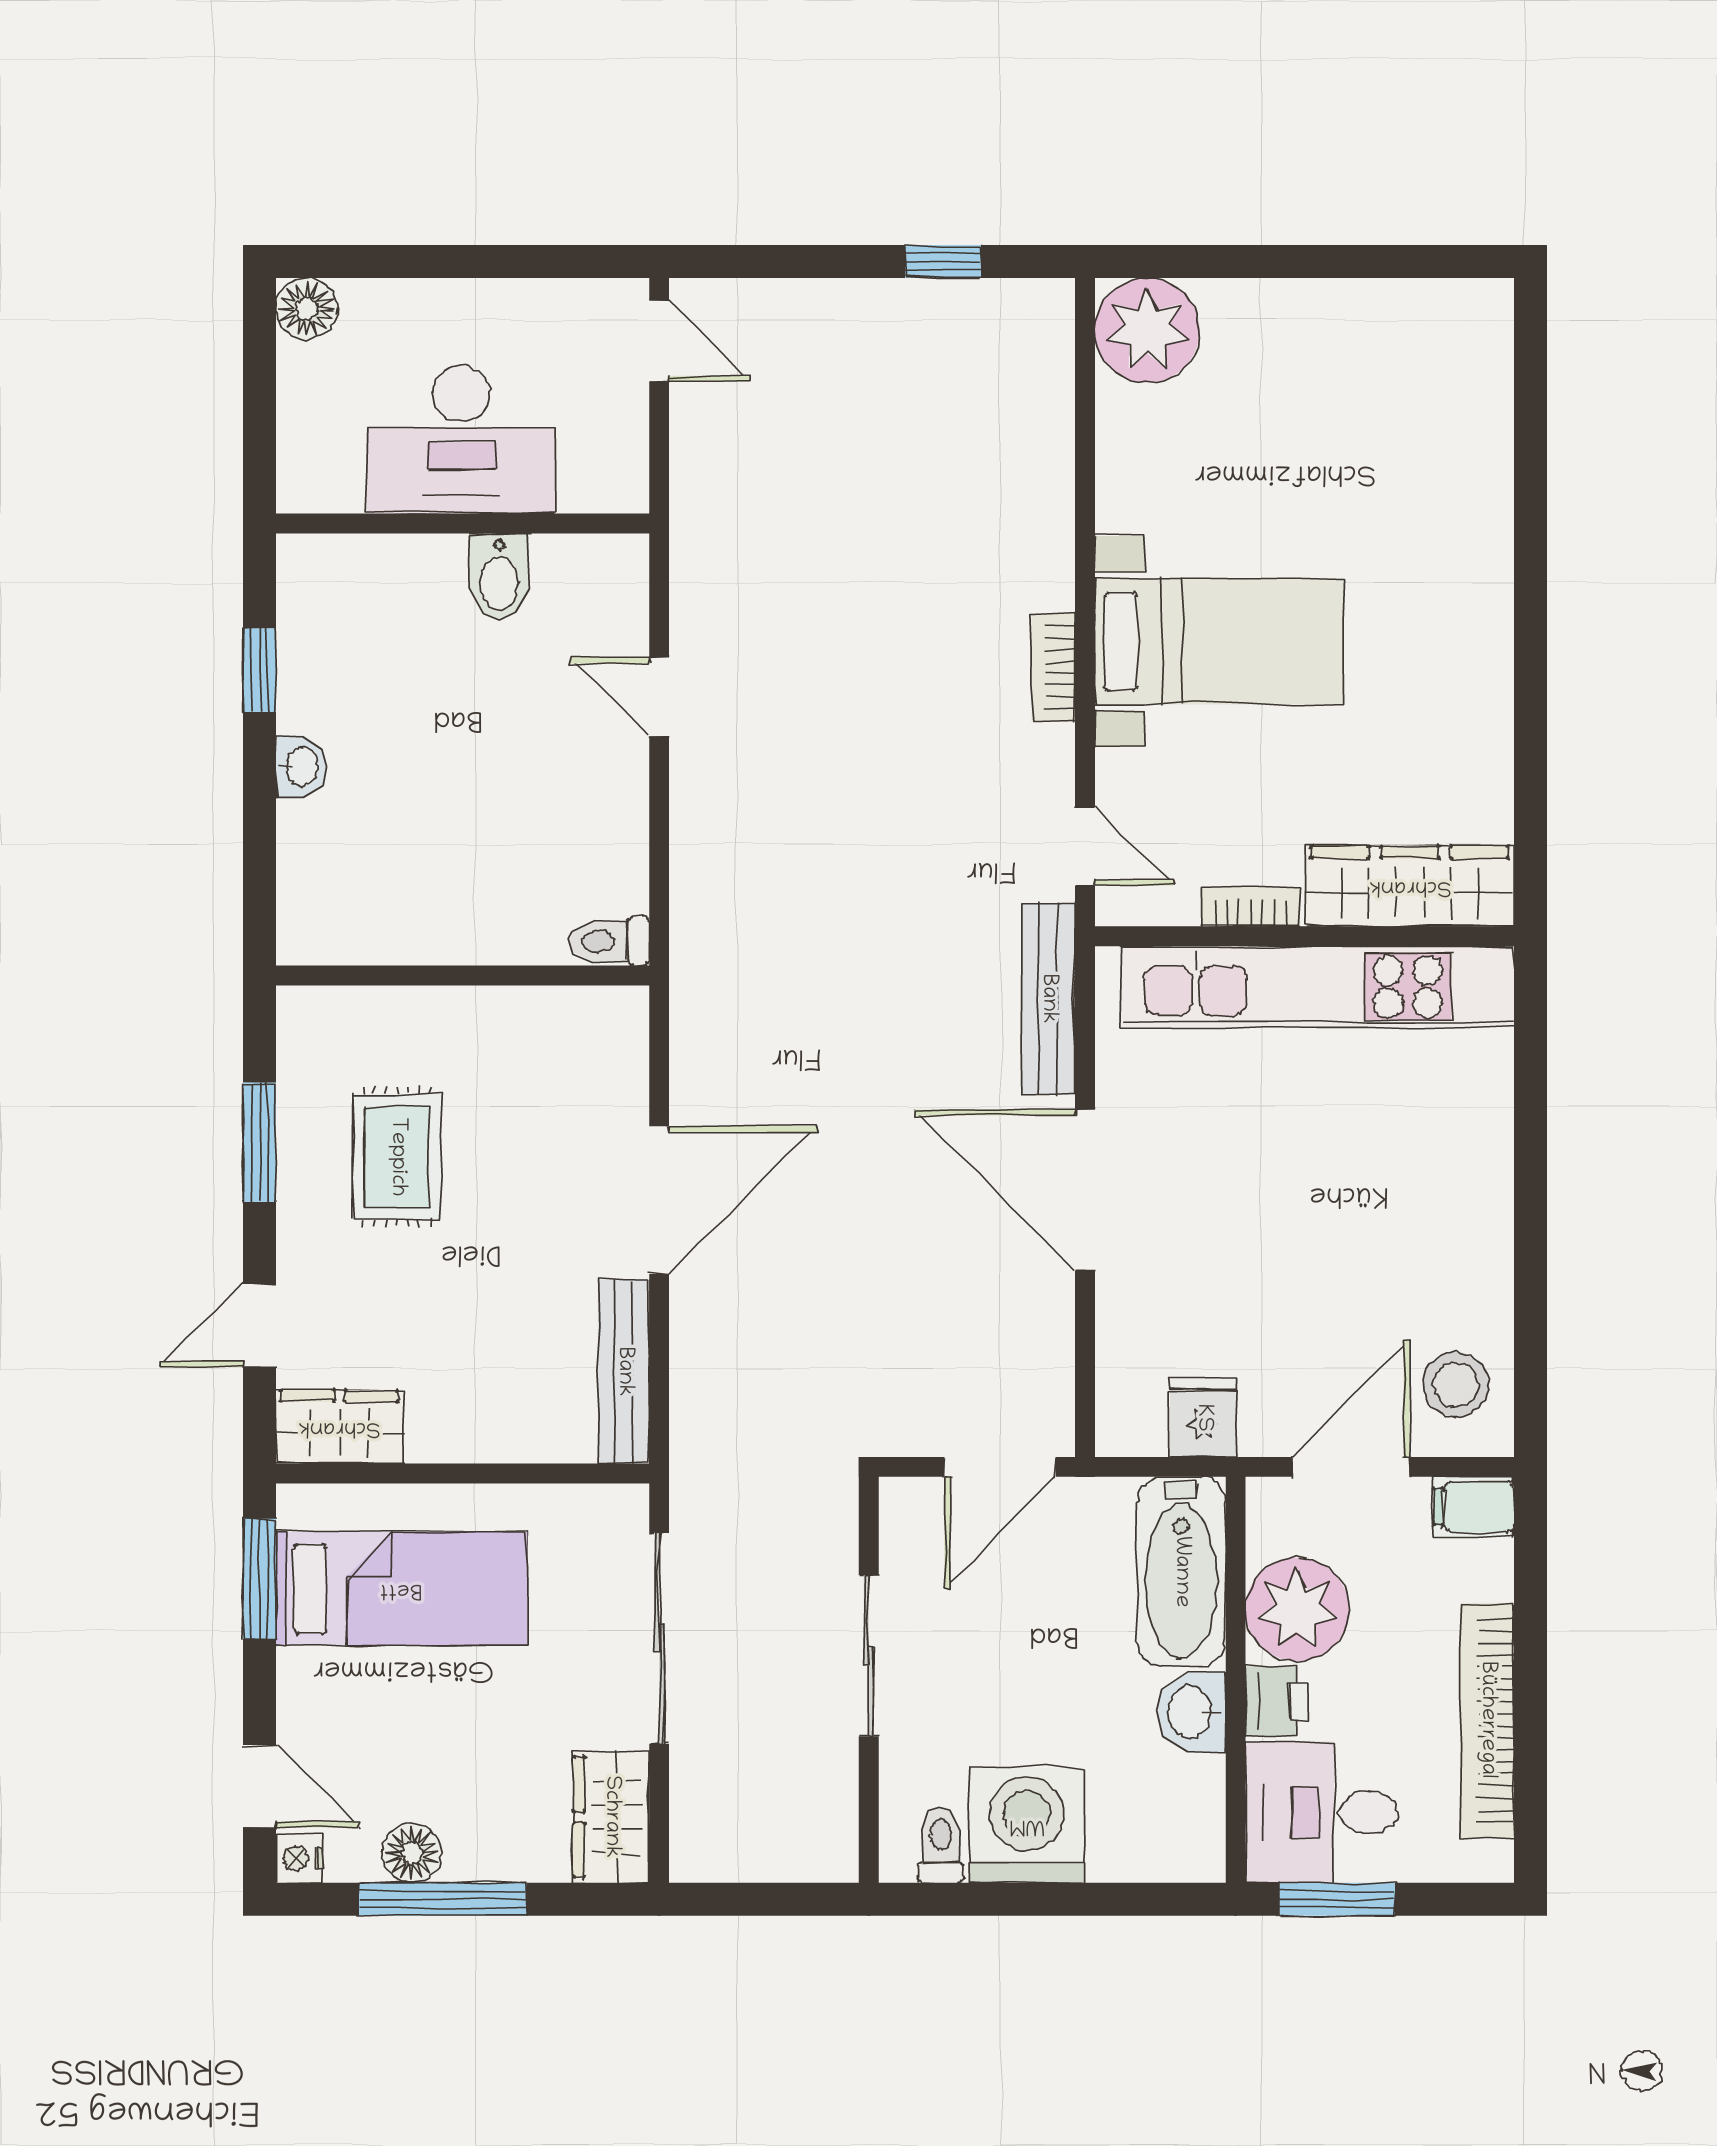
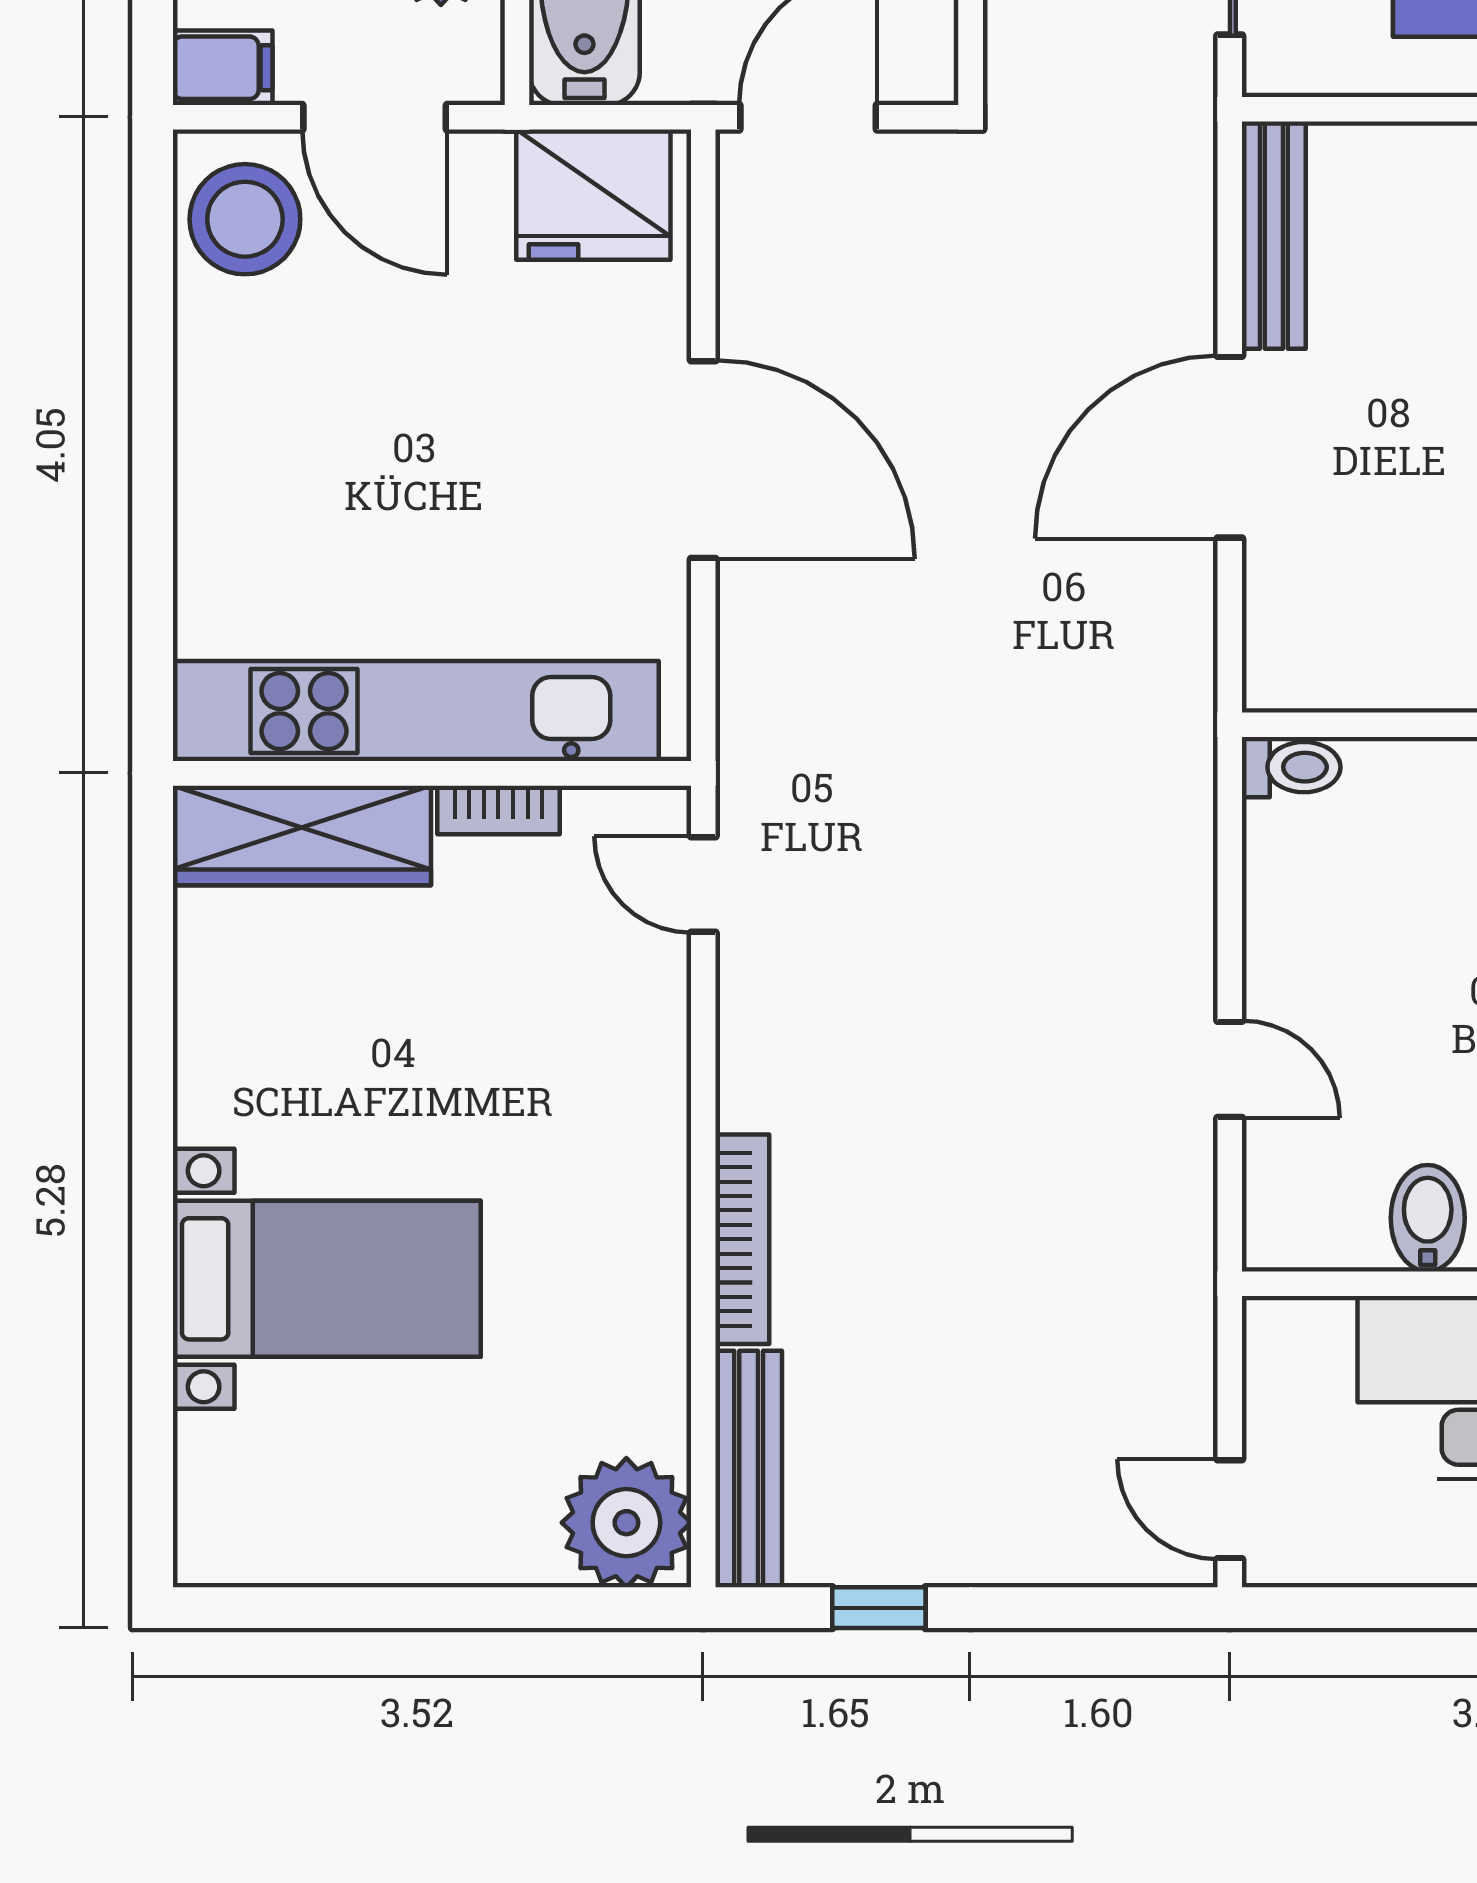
bed with nightstands: (1219, 641) -> (327, 1279), moved, turned 180
bookcase: (1053, 668) -> (742, 1239), moved, width x1.56
bench: (1048, 999) -> (749, 1469), moved
stool: (1456, 1385) -> (245, 219), width x1.38, depth x1.38
fridge: (1203, 1418) -> (593, 195), width x1.88, depth x1.34
door: (1351, 1467) -> (375, 117), hinge flipped

